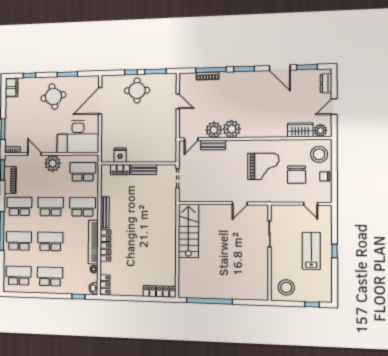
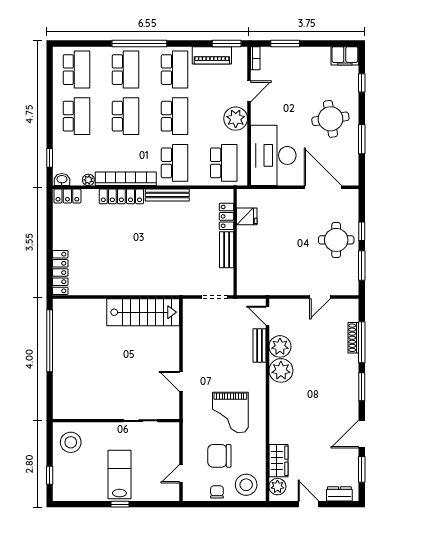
lab bench: (311, 251) -> (119, 475), turned -90

